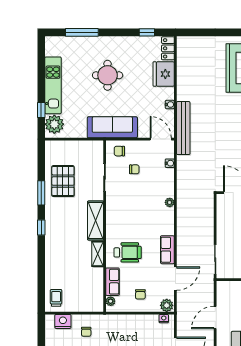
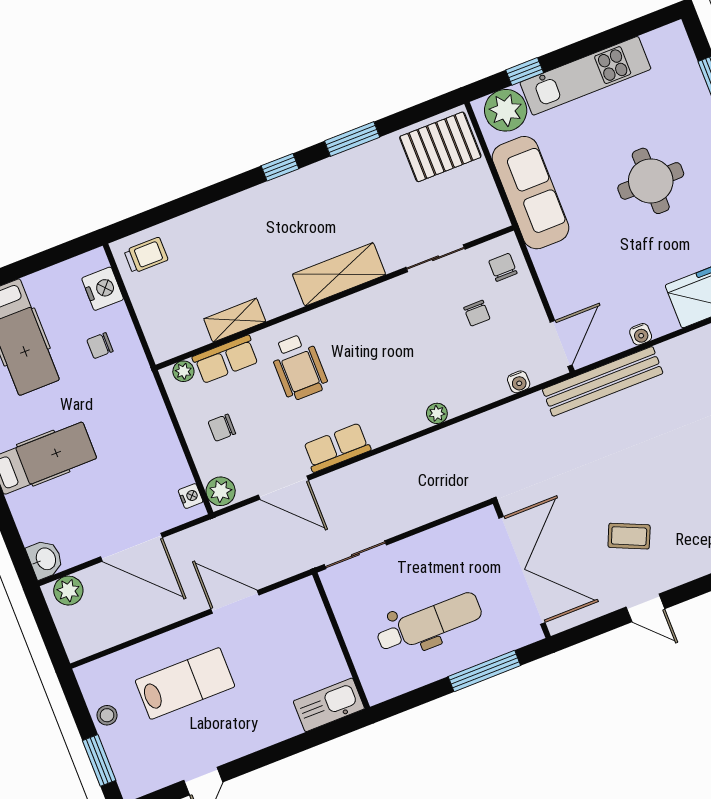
sofa: (112, 127) -> (531, 193), moved
pallet: (63, 181) -> (440, 147), moved
shelving: (98, 254) -> (235, 320), moved

